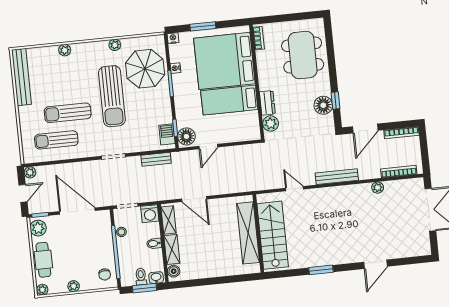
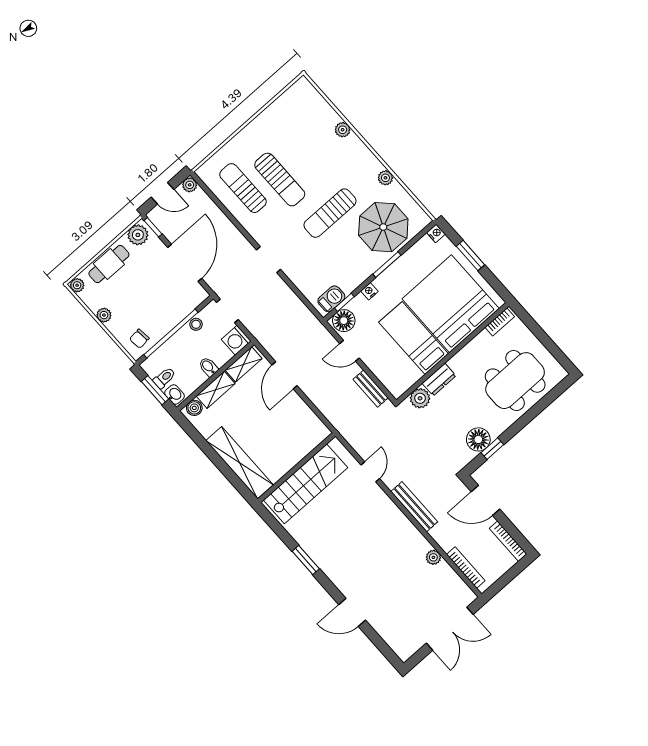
nightstand: (175, 68) -> (369, 291), moved
bench: (21, 77) -> (282, 105), removed
sun lounger: (112, 96) -> (330, 213), width x0.73, depth x0.75
sun lounger: (68, 113) -> (280, 180), turned 180
bench: (156, 159) -> (371, 389), moved
shelving: (248, 233) -> (240, 463), moved, turned 90

